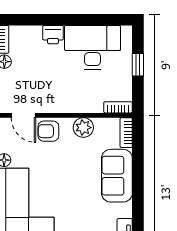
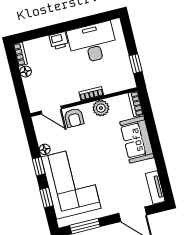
window: (138, 65) -> (136, 64), moved
bookcase: (118, 107) -> (91, 94), moved
armchair: (48, 131) -> (74, 118), turned -90

